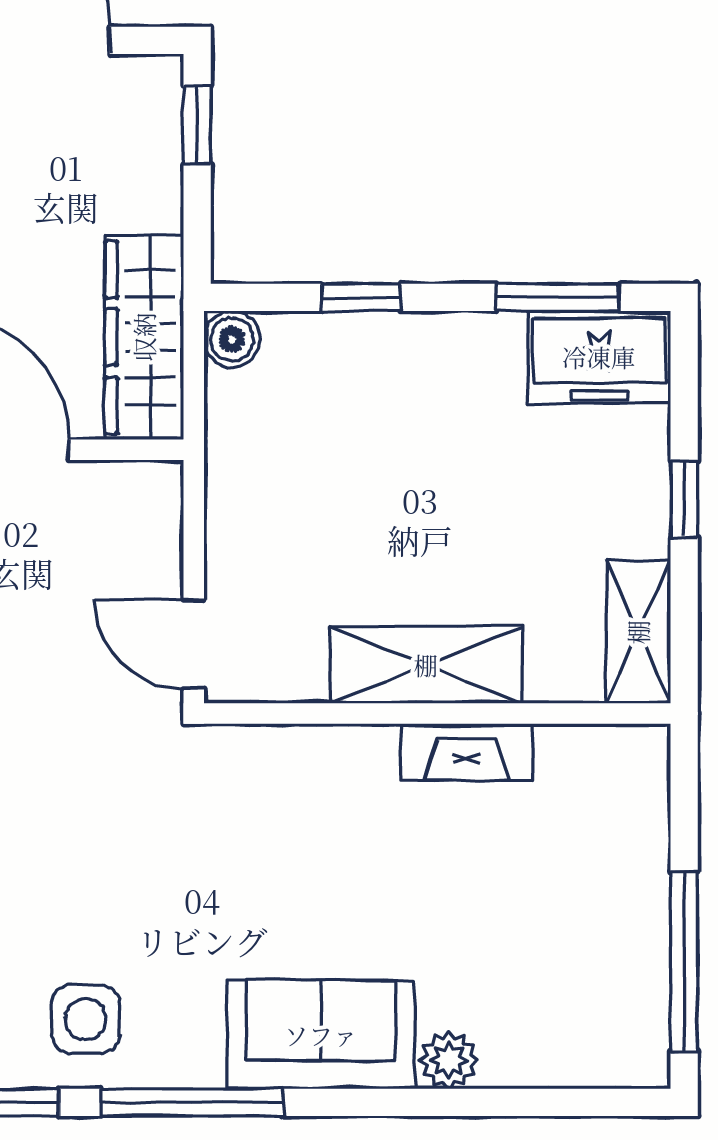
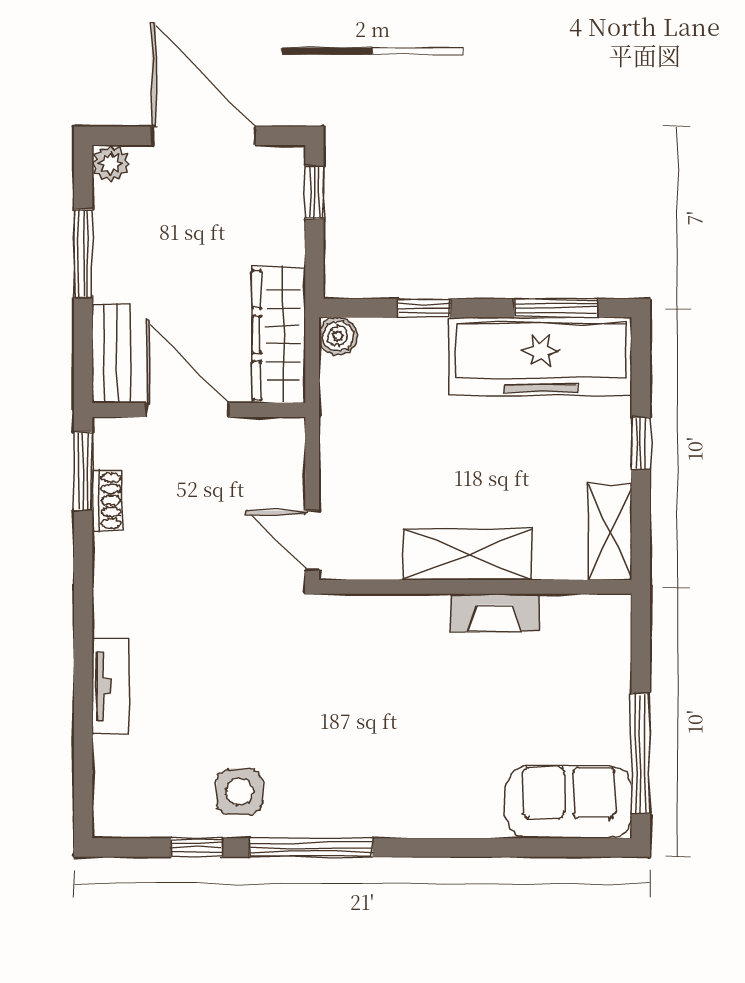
freezer: (599, 357) -> (541, 356), width x1.91, depth x1.26
sofa: (321, 1035) -> (569, 802), moved
plant: (449, 1060) -> (483, 819), removed

